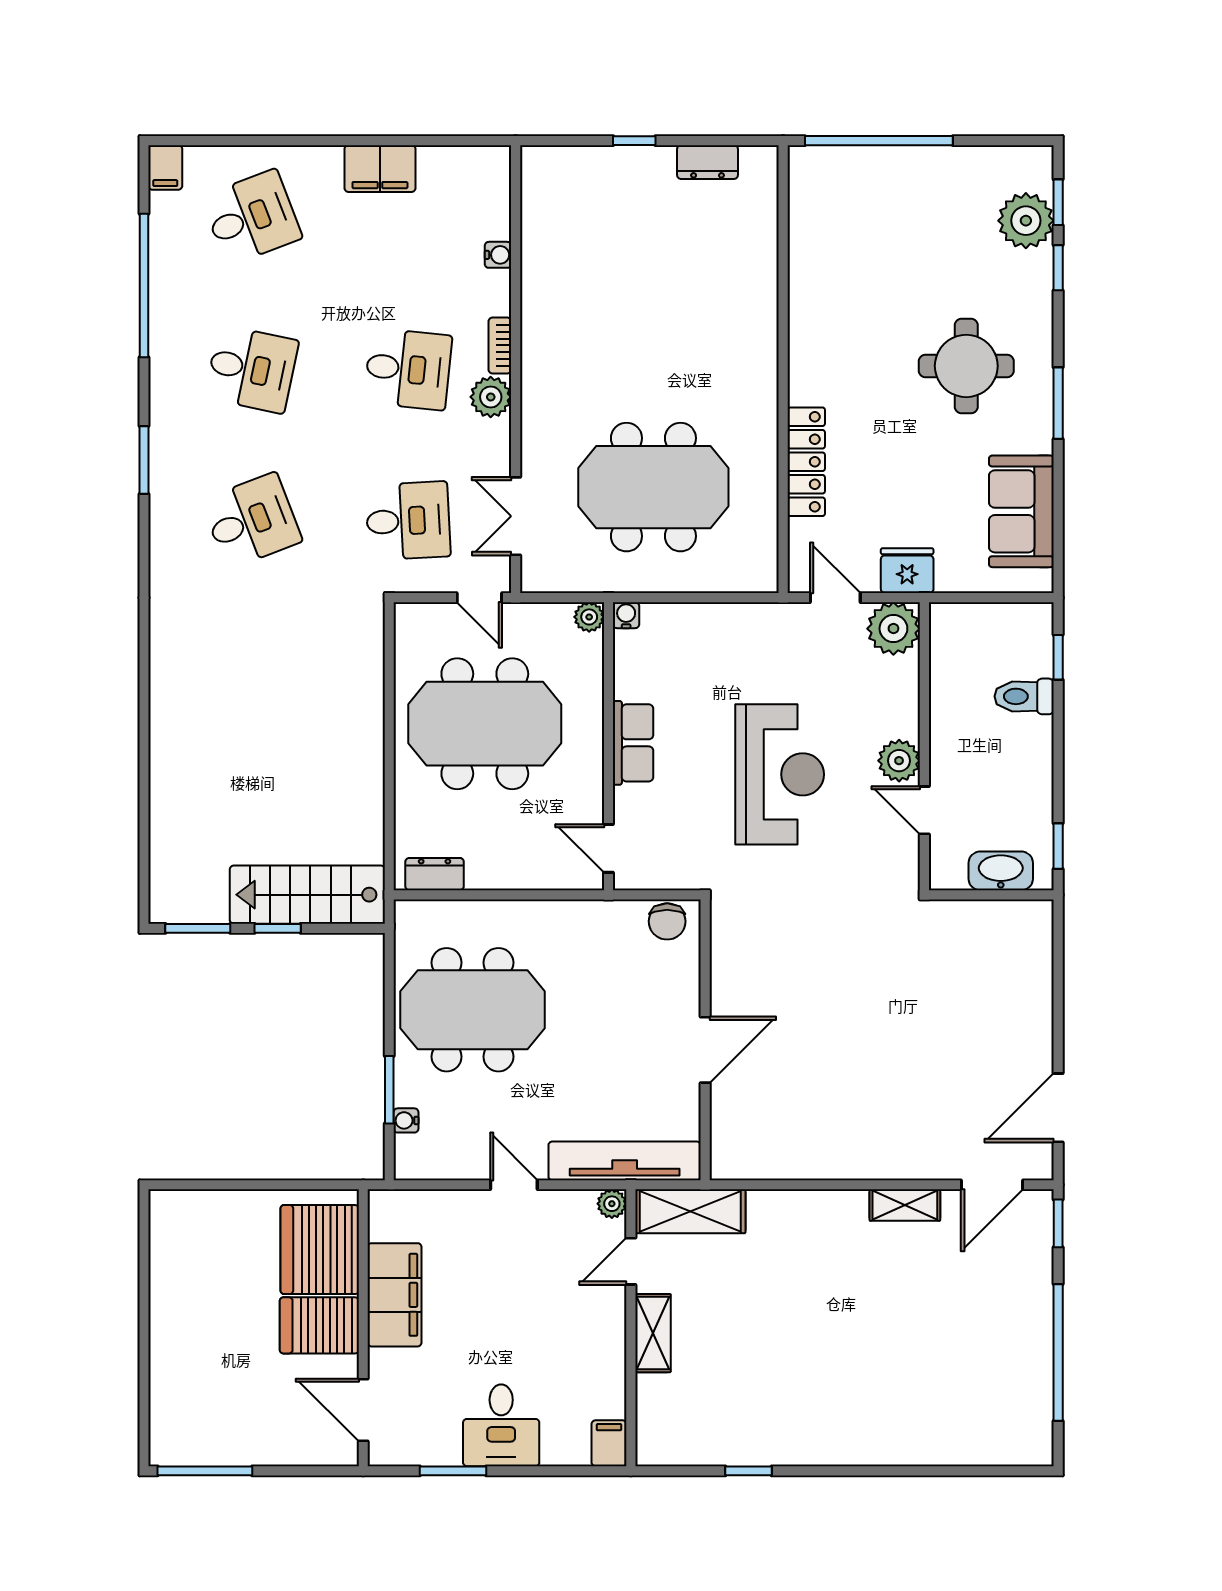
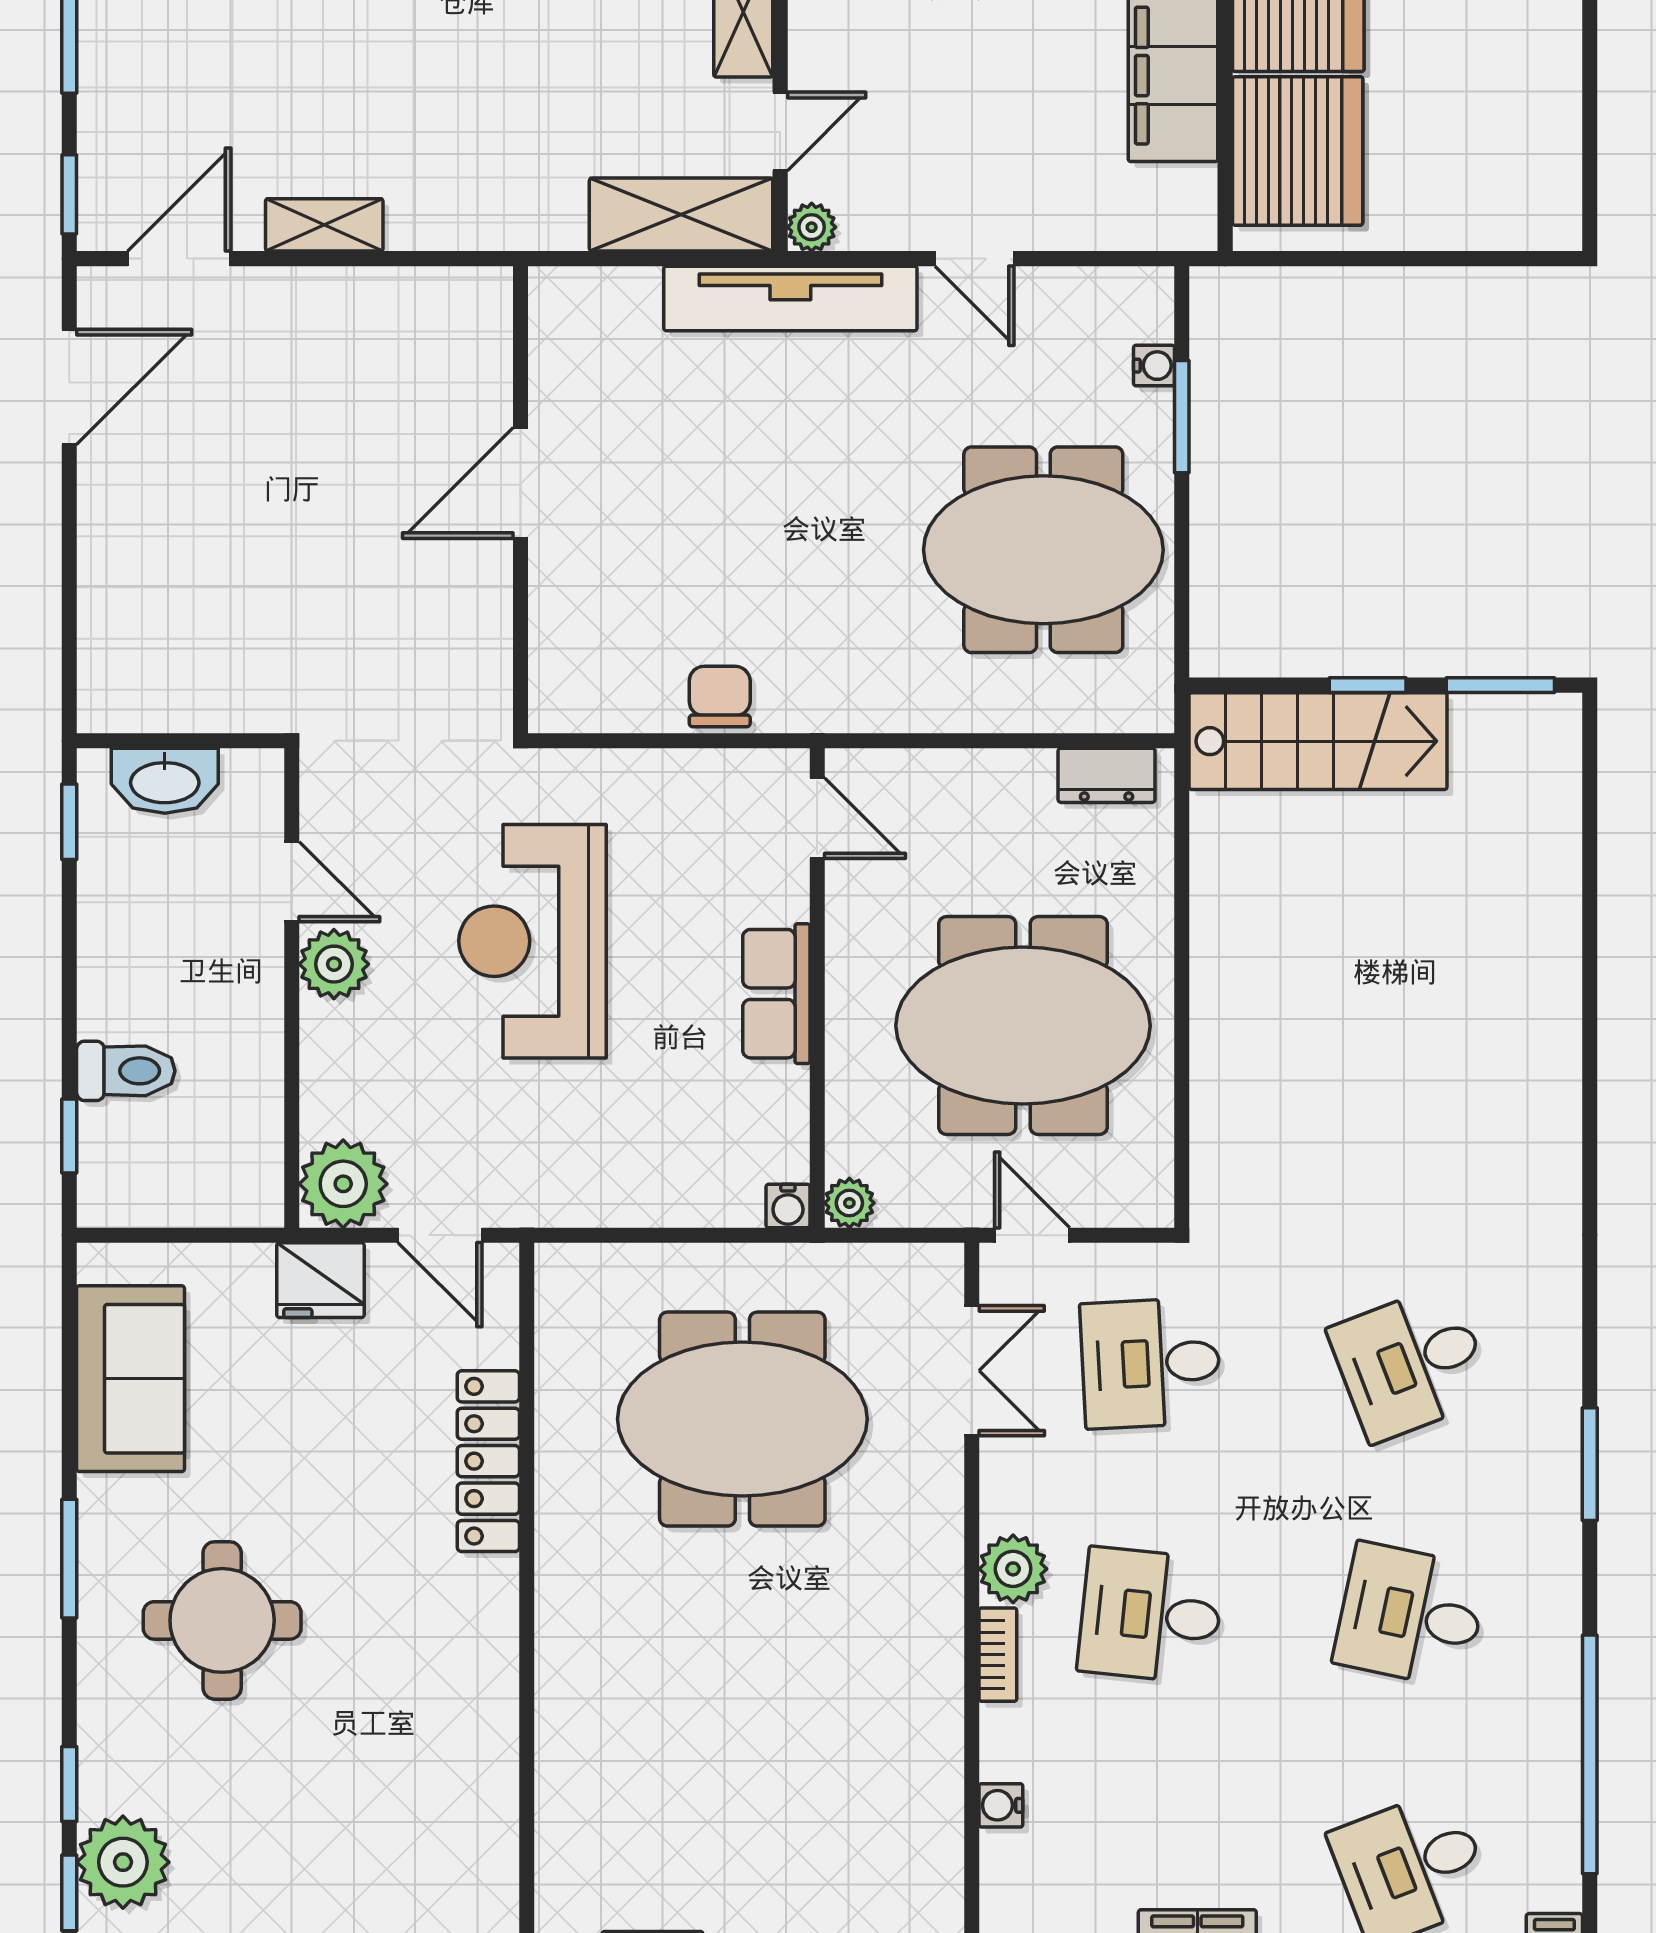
wall: (705, 1040) -> (521, 500), moved
door: (705, 1050) -> (521, 483), moved

